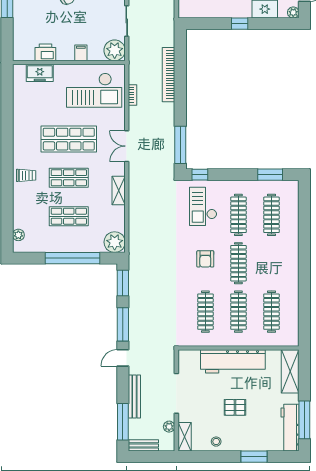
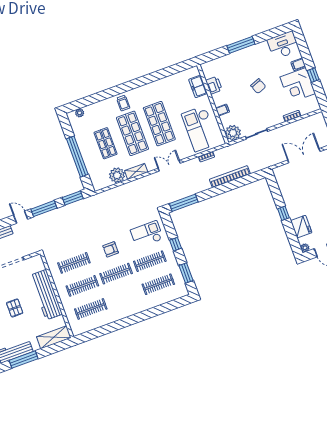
window: (200, 175) -> (175, 244), moved
shop shelf: (69, 178) -> (132, 133), width x1.43, depth x1.36
plant: (115, 242) -> (117, 175), moved

